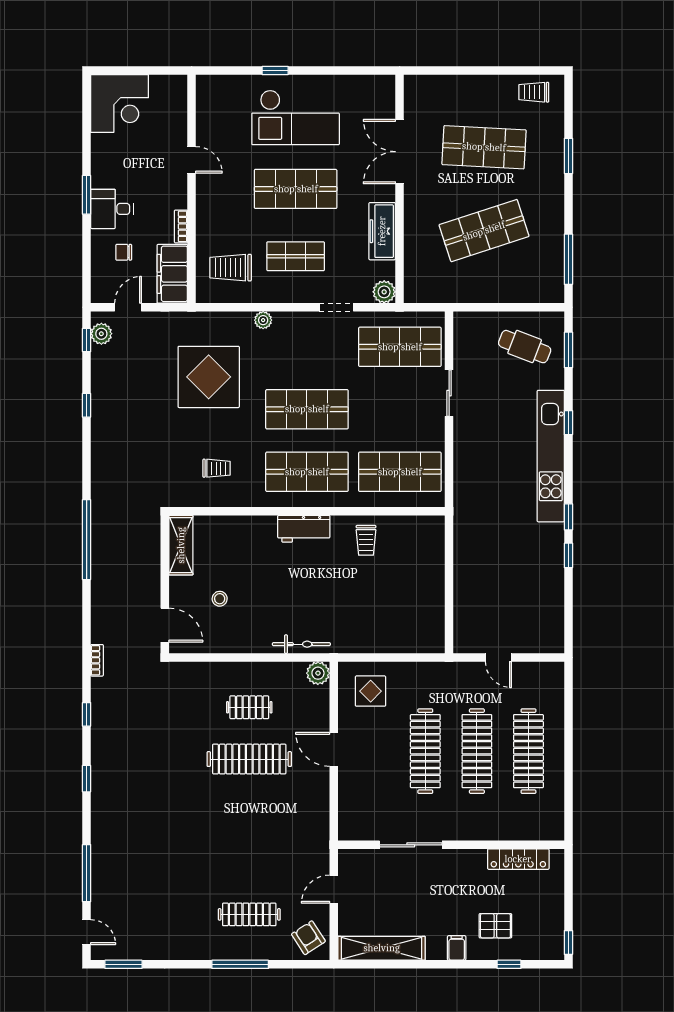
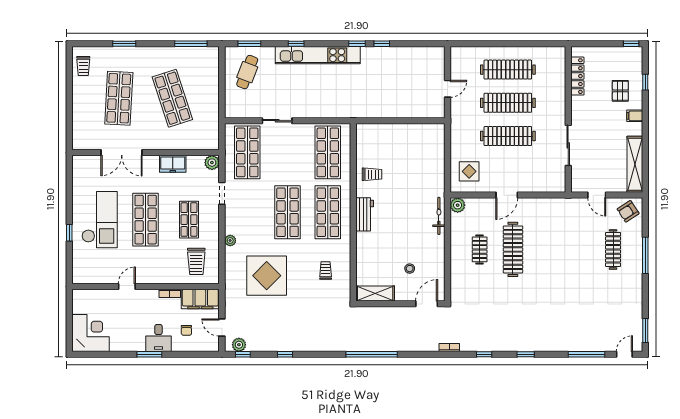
freezer: (382, 231) -> (173, 164), width x0.71

